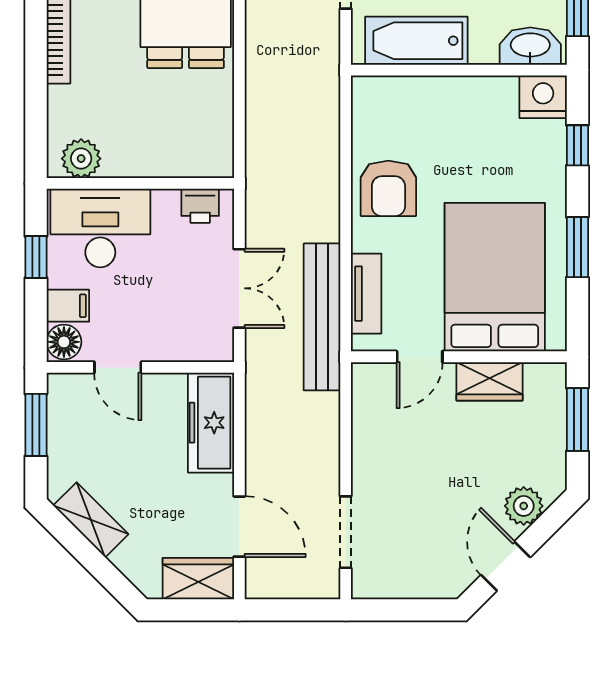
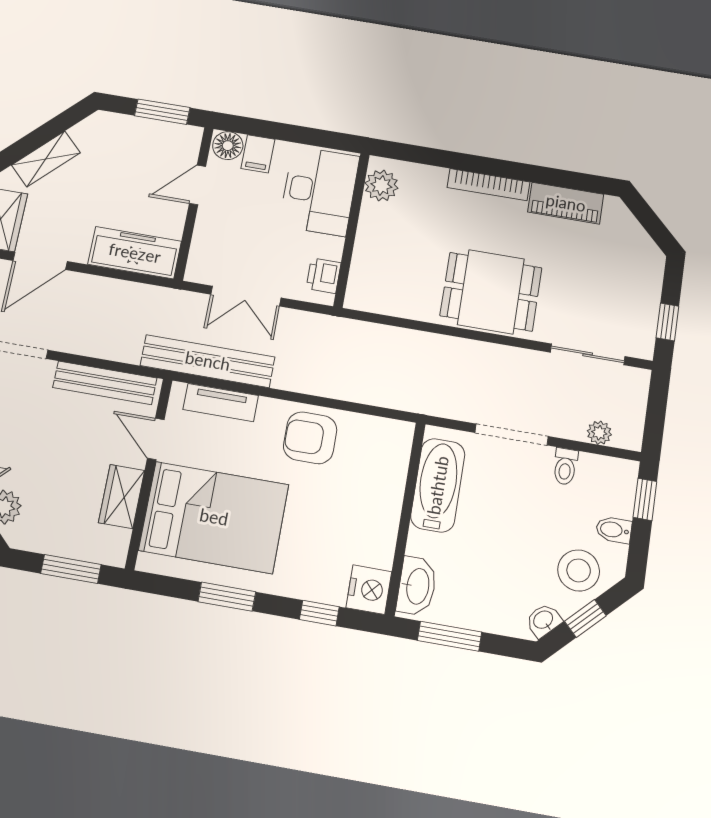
window: (36, 257) -> (304, 135), removed
bench: (367, 425) -> (105, 383), added
shelving: (91, 520) -> (46, 159), moved

